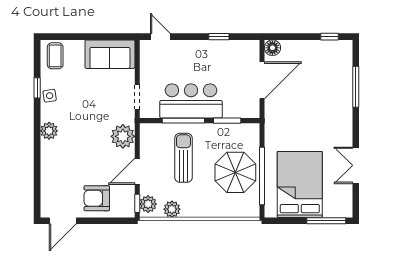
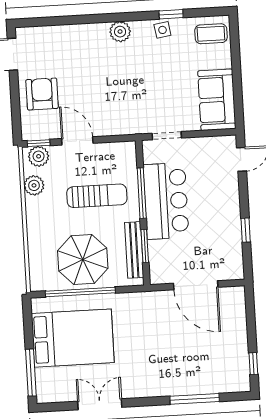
floor lamp: (272, 48) -> (236, 296), removed
bench: (230, 130) -> (134, 250), added
plant: (123, 136) -> (118, 121), removed

